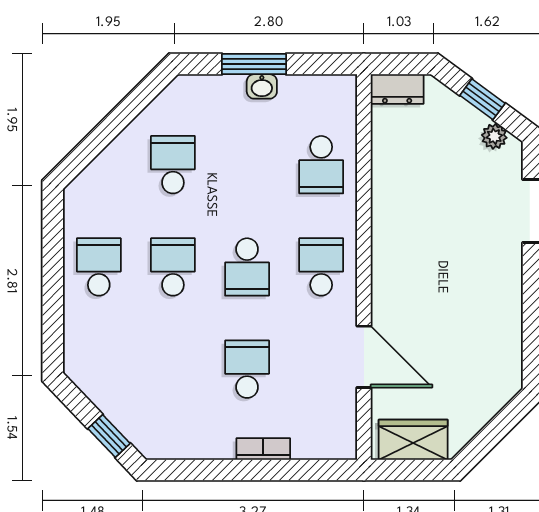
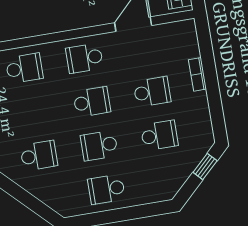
school desk: (173, 165) -> (39, 156), turned 180
school desk: (173, 369) -> (159, 135), added
school desk: (247, 369) -> (152, 92), turned 180

